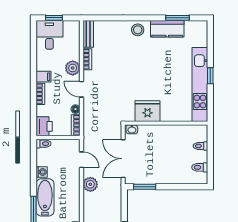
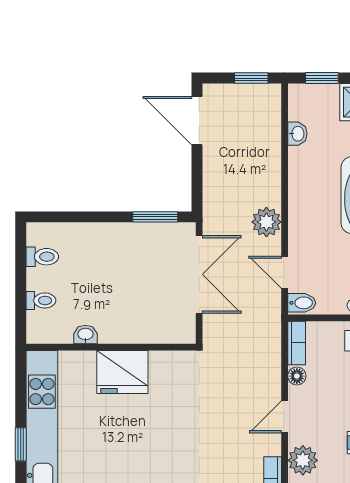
door: (81, 89) -> (285, 417), swing flipped
fridge: (147, 111) -> (122, 372), moved
washbasin: (132, 129) -> (85, 335), moved
bidet: (73, 145) -> (302, 303), added

